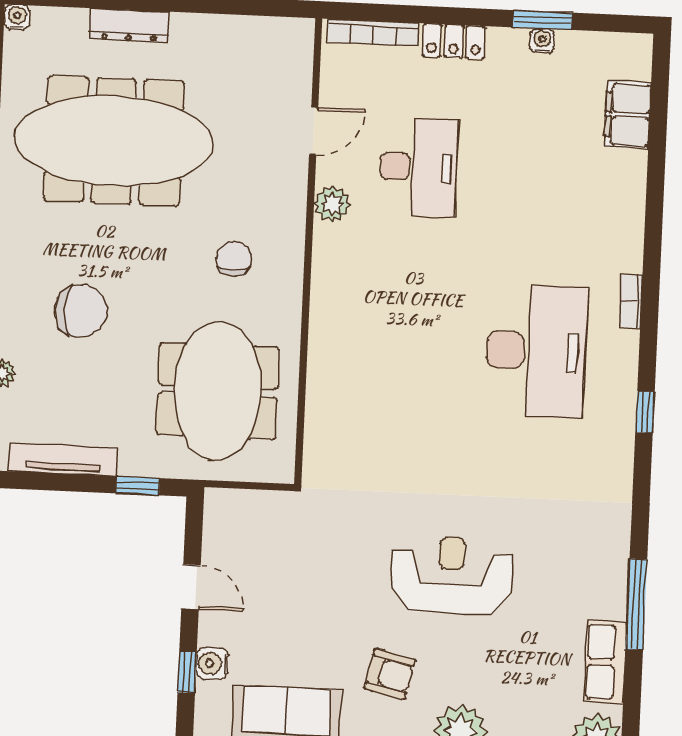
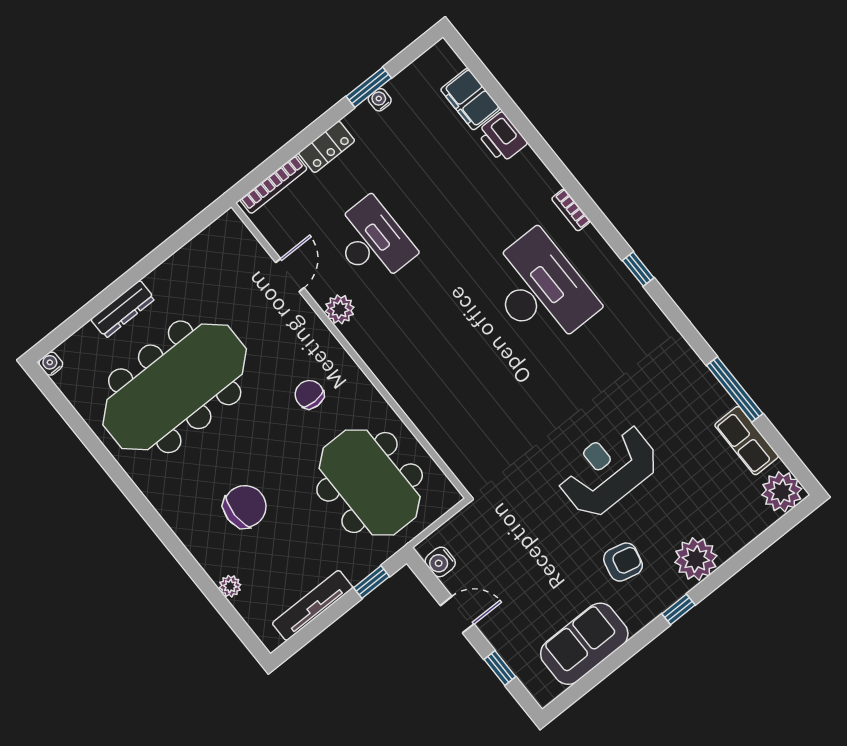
printer: (626, 177) -> (502, 138), added
water cooler: (212, 663) -> (440, 562), moved

